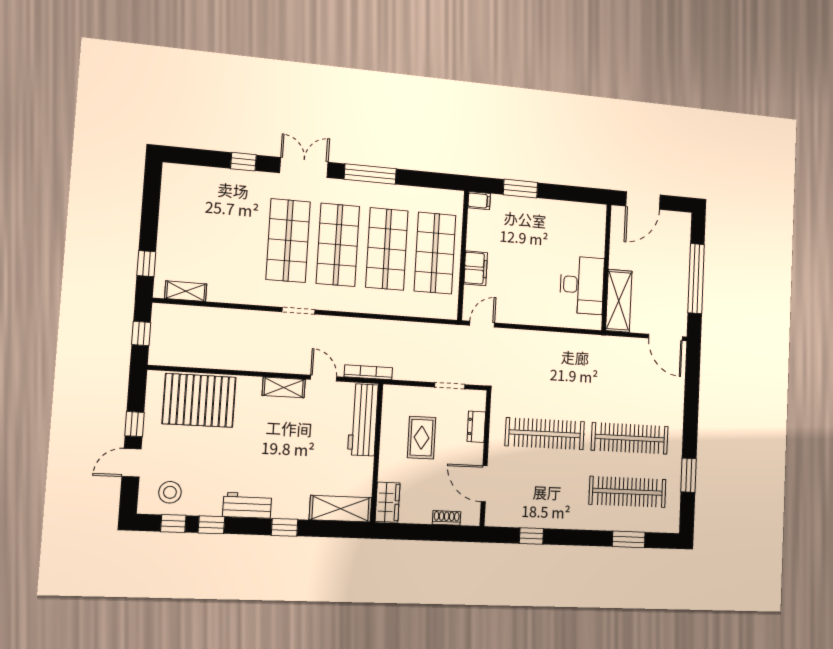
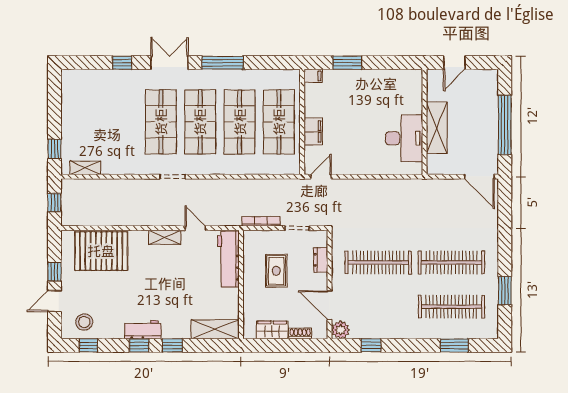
door: (643, 201) -> (454, 63), width x0.73
shelving: (619, 301) -> (437, 128), moved
bookcase: (368, 372) -> (261, 221), moved
wardrobe: (388, 502) -> (272, 330), moved, turned -90
plant: (496, 515) -> (340, 330), added
window: (211, 525) -> (139, 345), moved

